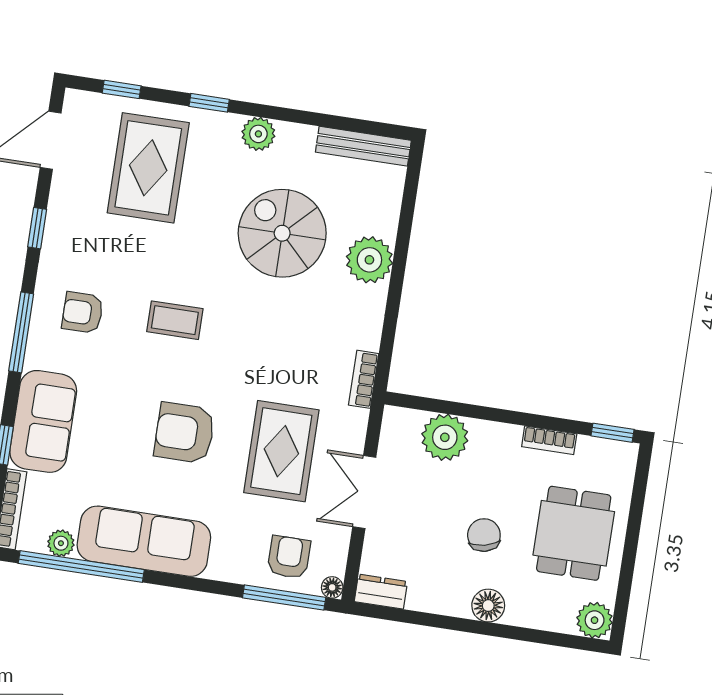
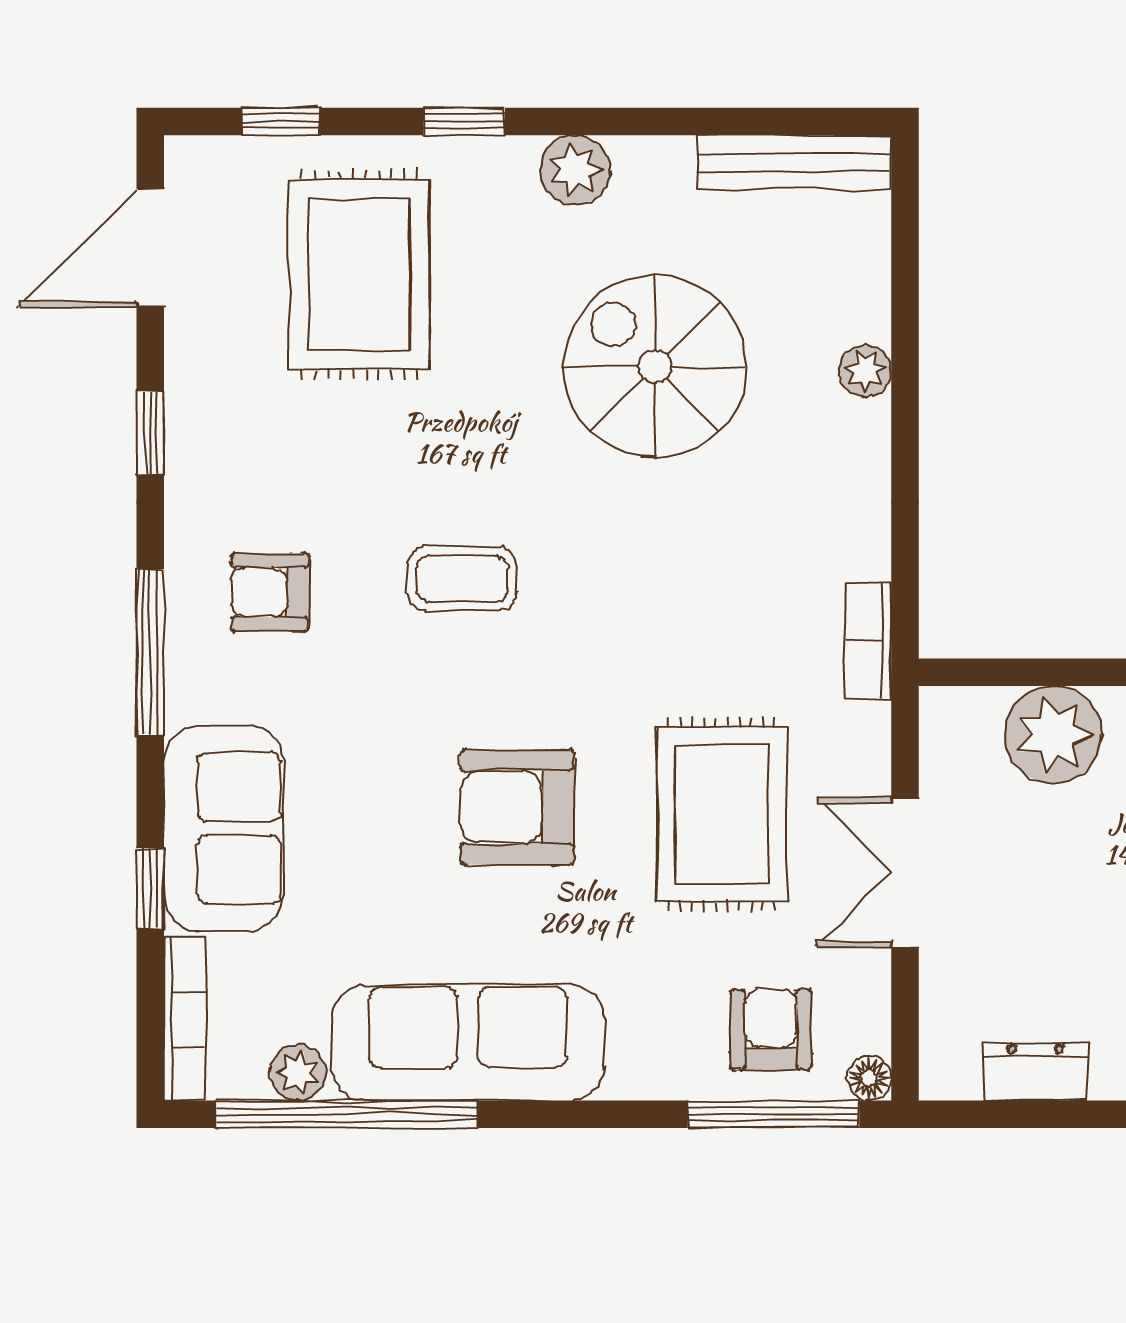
plant: (369, 260) -> (865, 371), width x0.53, depth x0.53
dresser: (381, 592) -> (1035, 1071), moved

